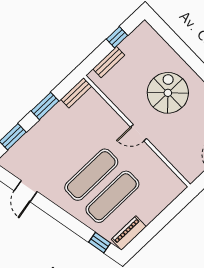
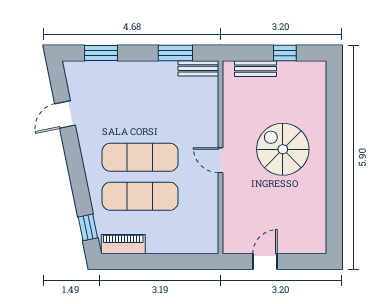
spiral stairs: (168, 93) -> (283, 149), turned -90
window: (45, 106) -> (175, 53), moved

